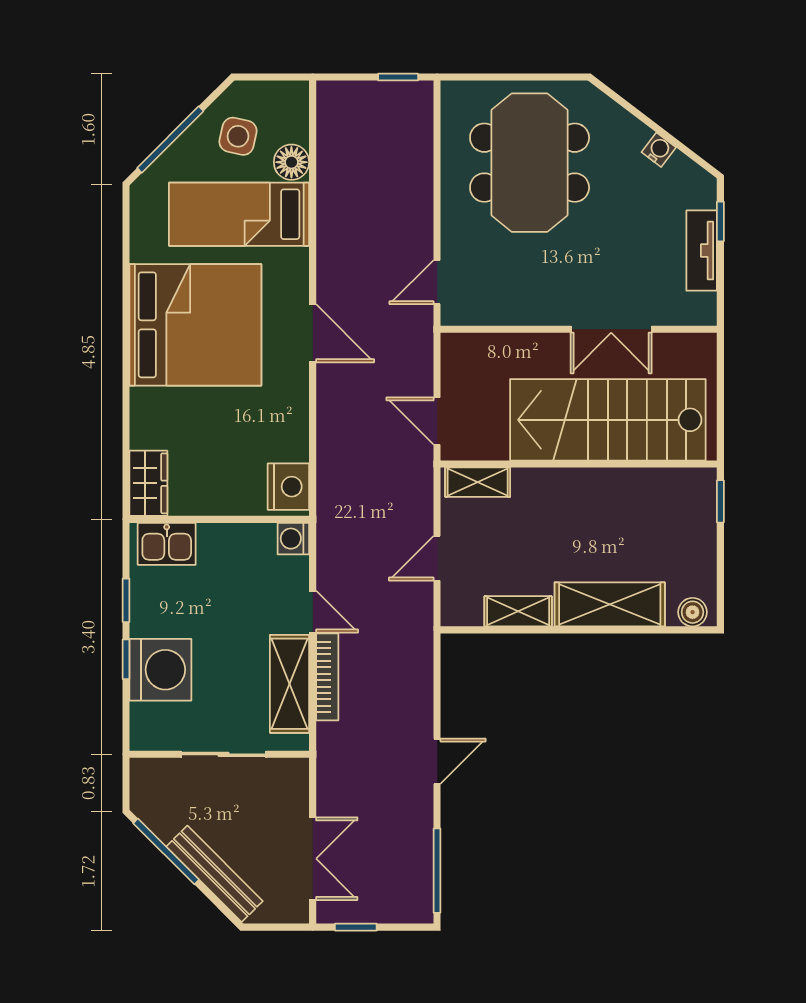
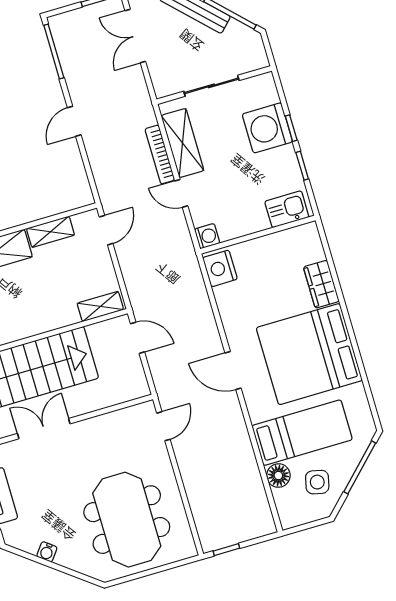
wardrobe: (148, 483) -> (321, 284), moved
door: (437, 558) -> (106, 230), moved

